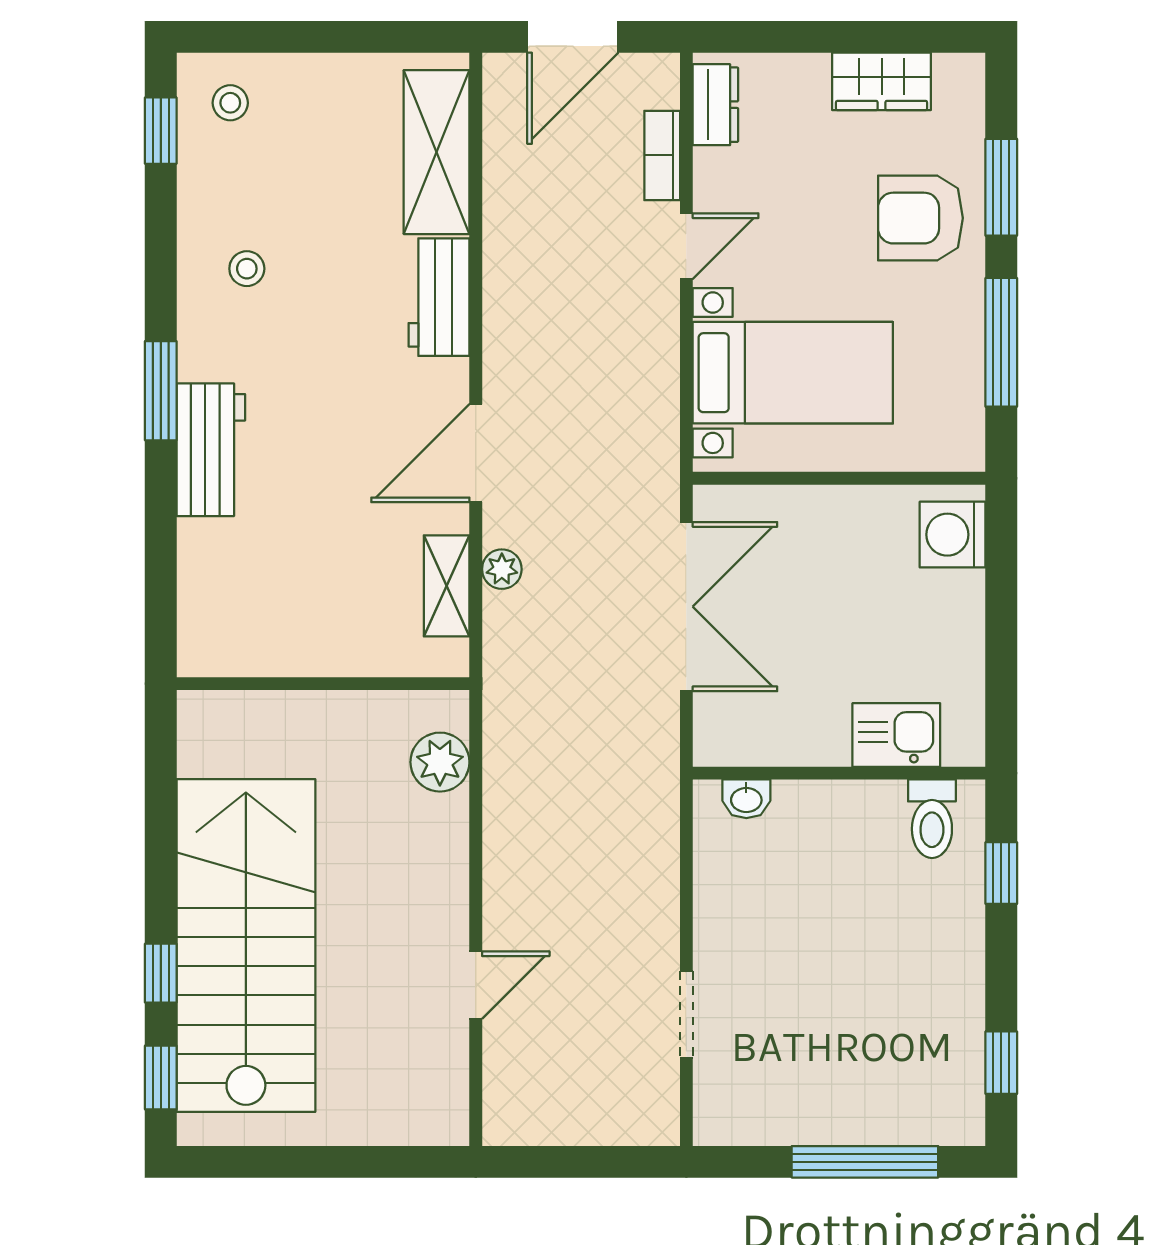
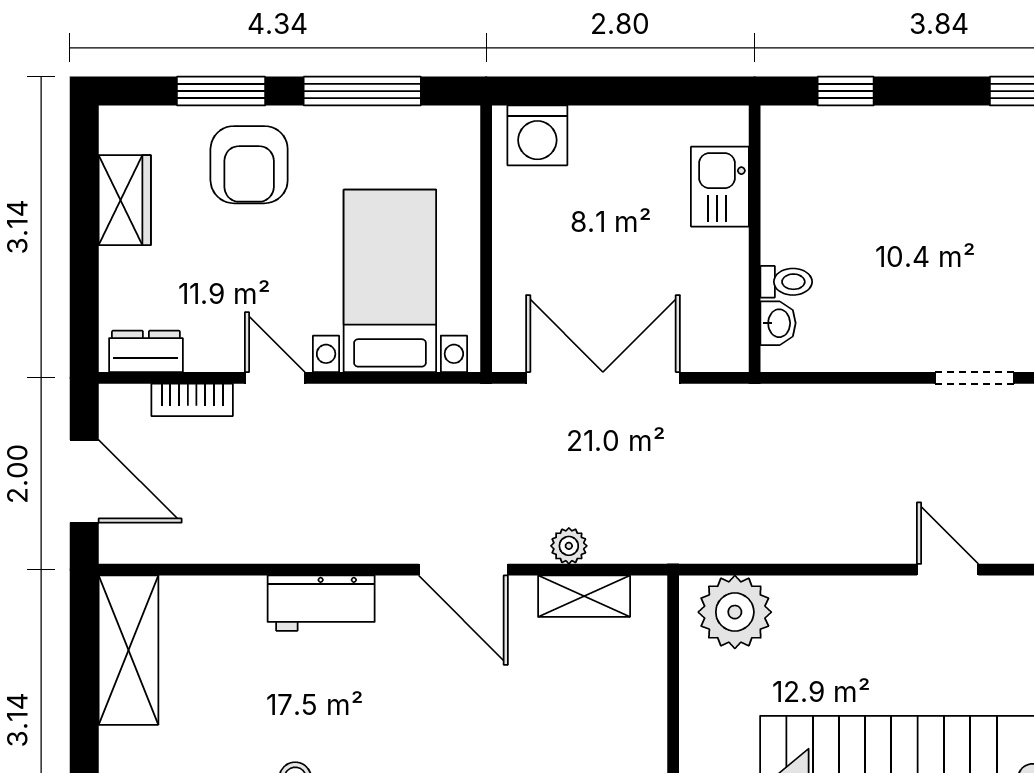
shelving: (437, 152) -> (128, 650), moved, turned 90
plant: (440, 762) -> (735, 612), width x1.36, depth x1.36
toilet: (932, 819) -> (786, 282), moved, width x0.73, depth x0.72

